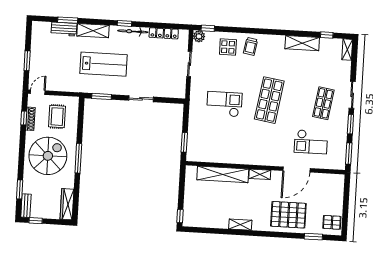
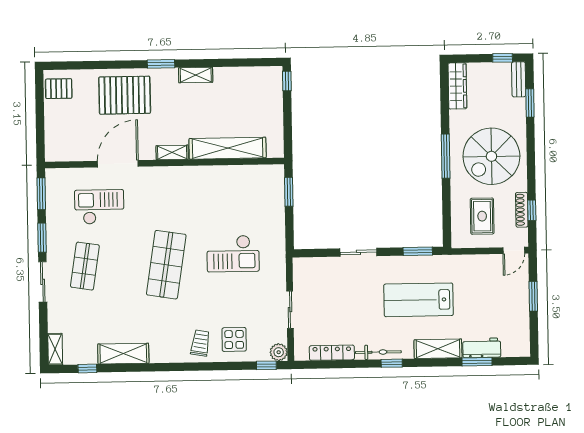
window: (313, 237) -> (161, 64), moved

